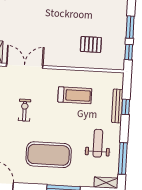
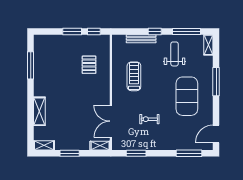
window: (126, 107) -> (155, 32), moved
weight bench: (98, 143) -> (175, 54), turned 90

